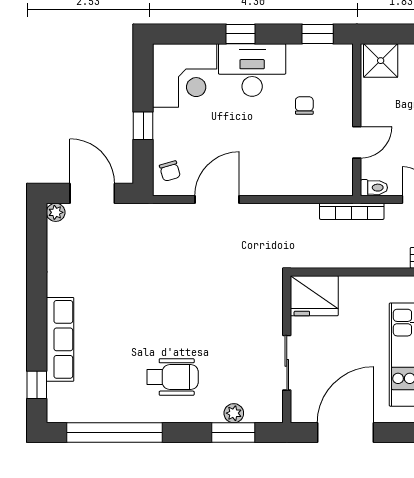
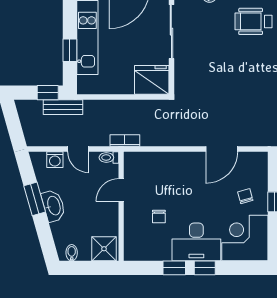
window: (318, 34) -> (174, 268), moved
chair: (170, 171) -> (245, 196), moved
bookcase: (352, 211) -> (125, 140), width x0.64
sliding door: (287, 363) -> (171, 32), width x1.37

